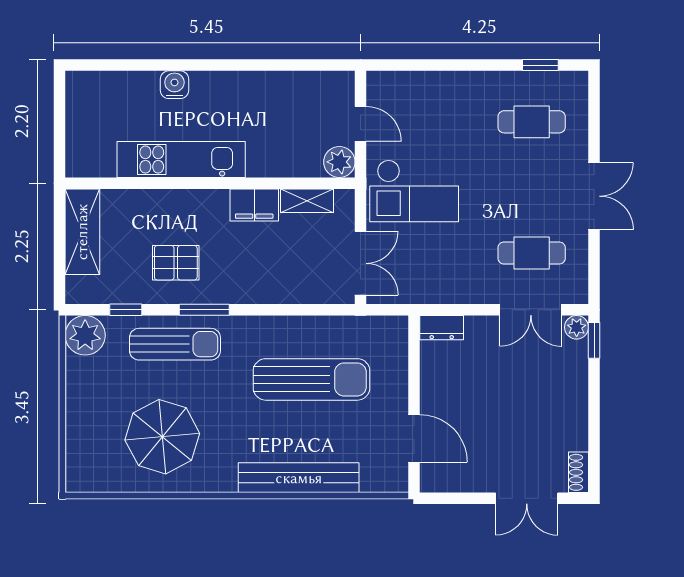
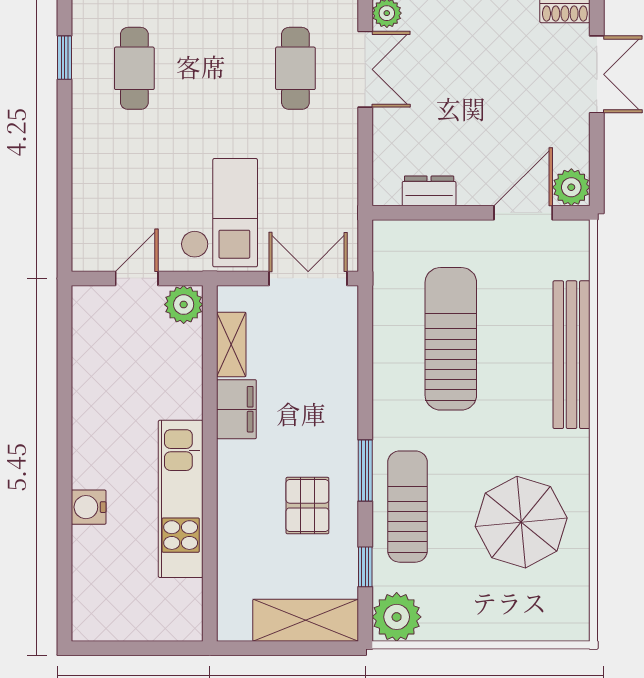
shelving: (82, 232) -> (306, 620), moved
dresser: (442, 328) -> (429, 191), moved, turned -90
plant: (435, 477) -> (571, 187), added

